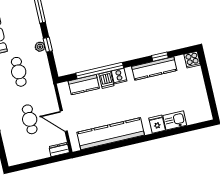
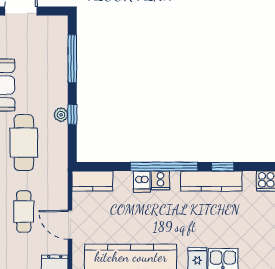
window: (100, 70) -> (164, 167), moved
cafe table: (19, 72) -> (24, 143), width x1.37, depth x1.35
kitchen counter: (84, 85) -> (92, 181), moved

